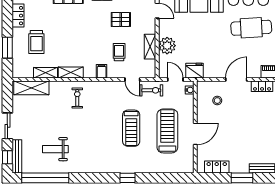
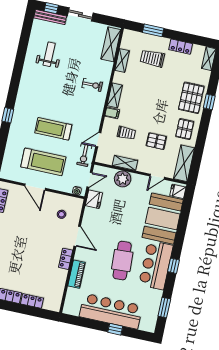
pallet: (121, 19) -> (156, 141), turned 90
shelving: (71, 72) -> (115, 95), moved
window: (45, 178) -> (24, 39), removed

